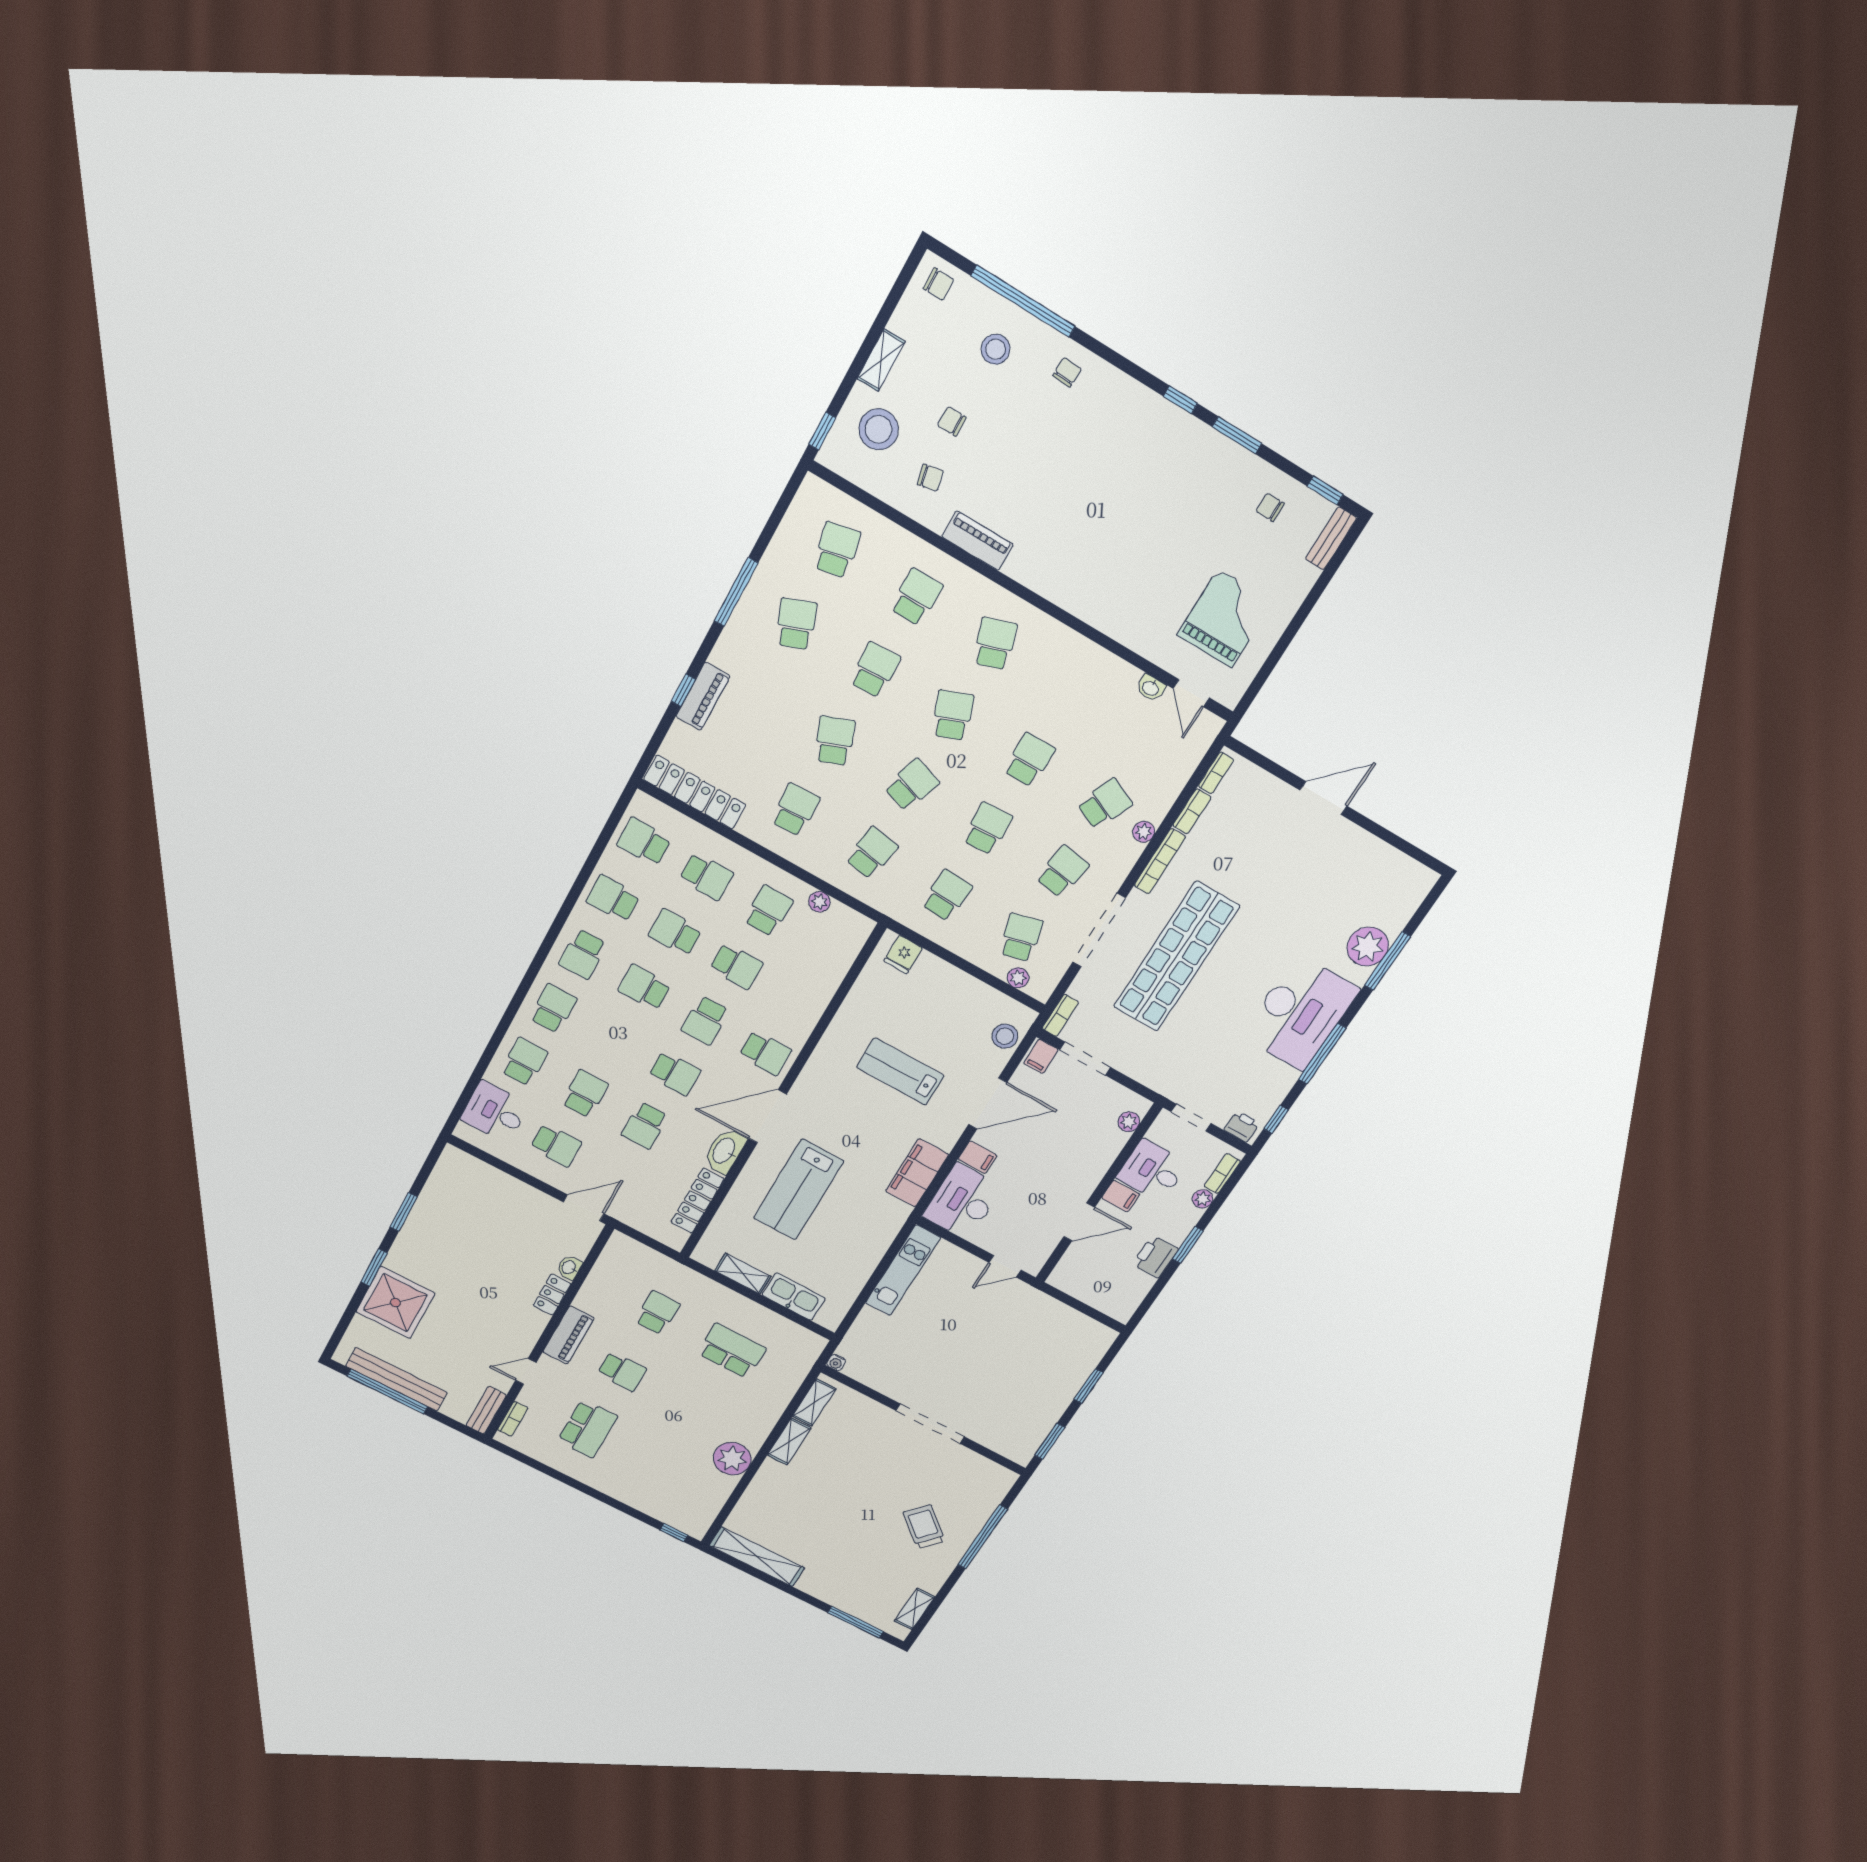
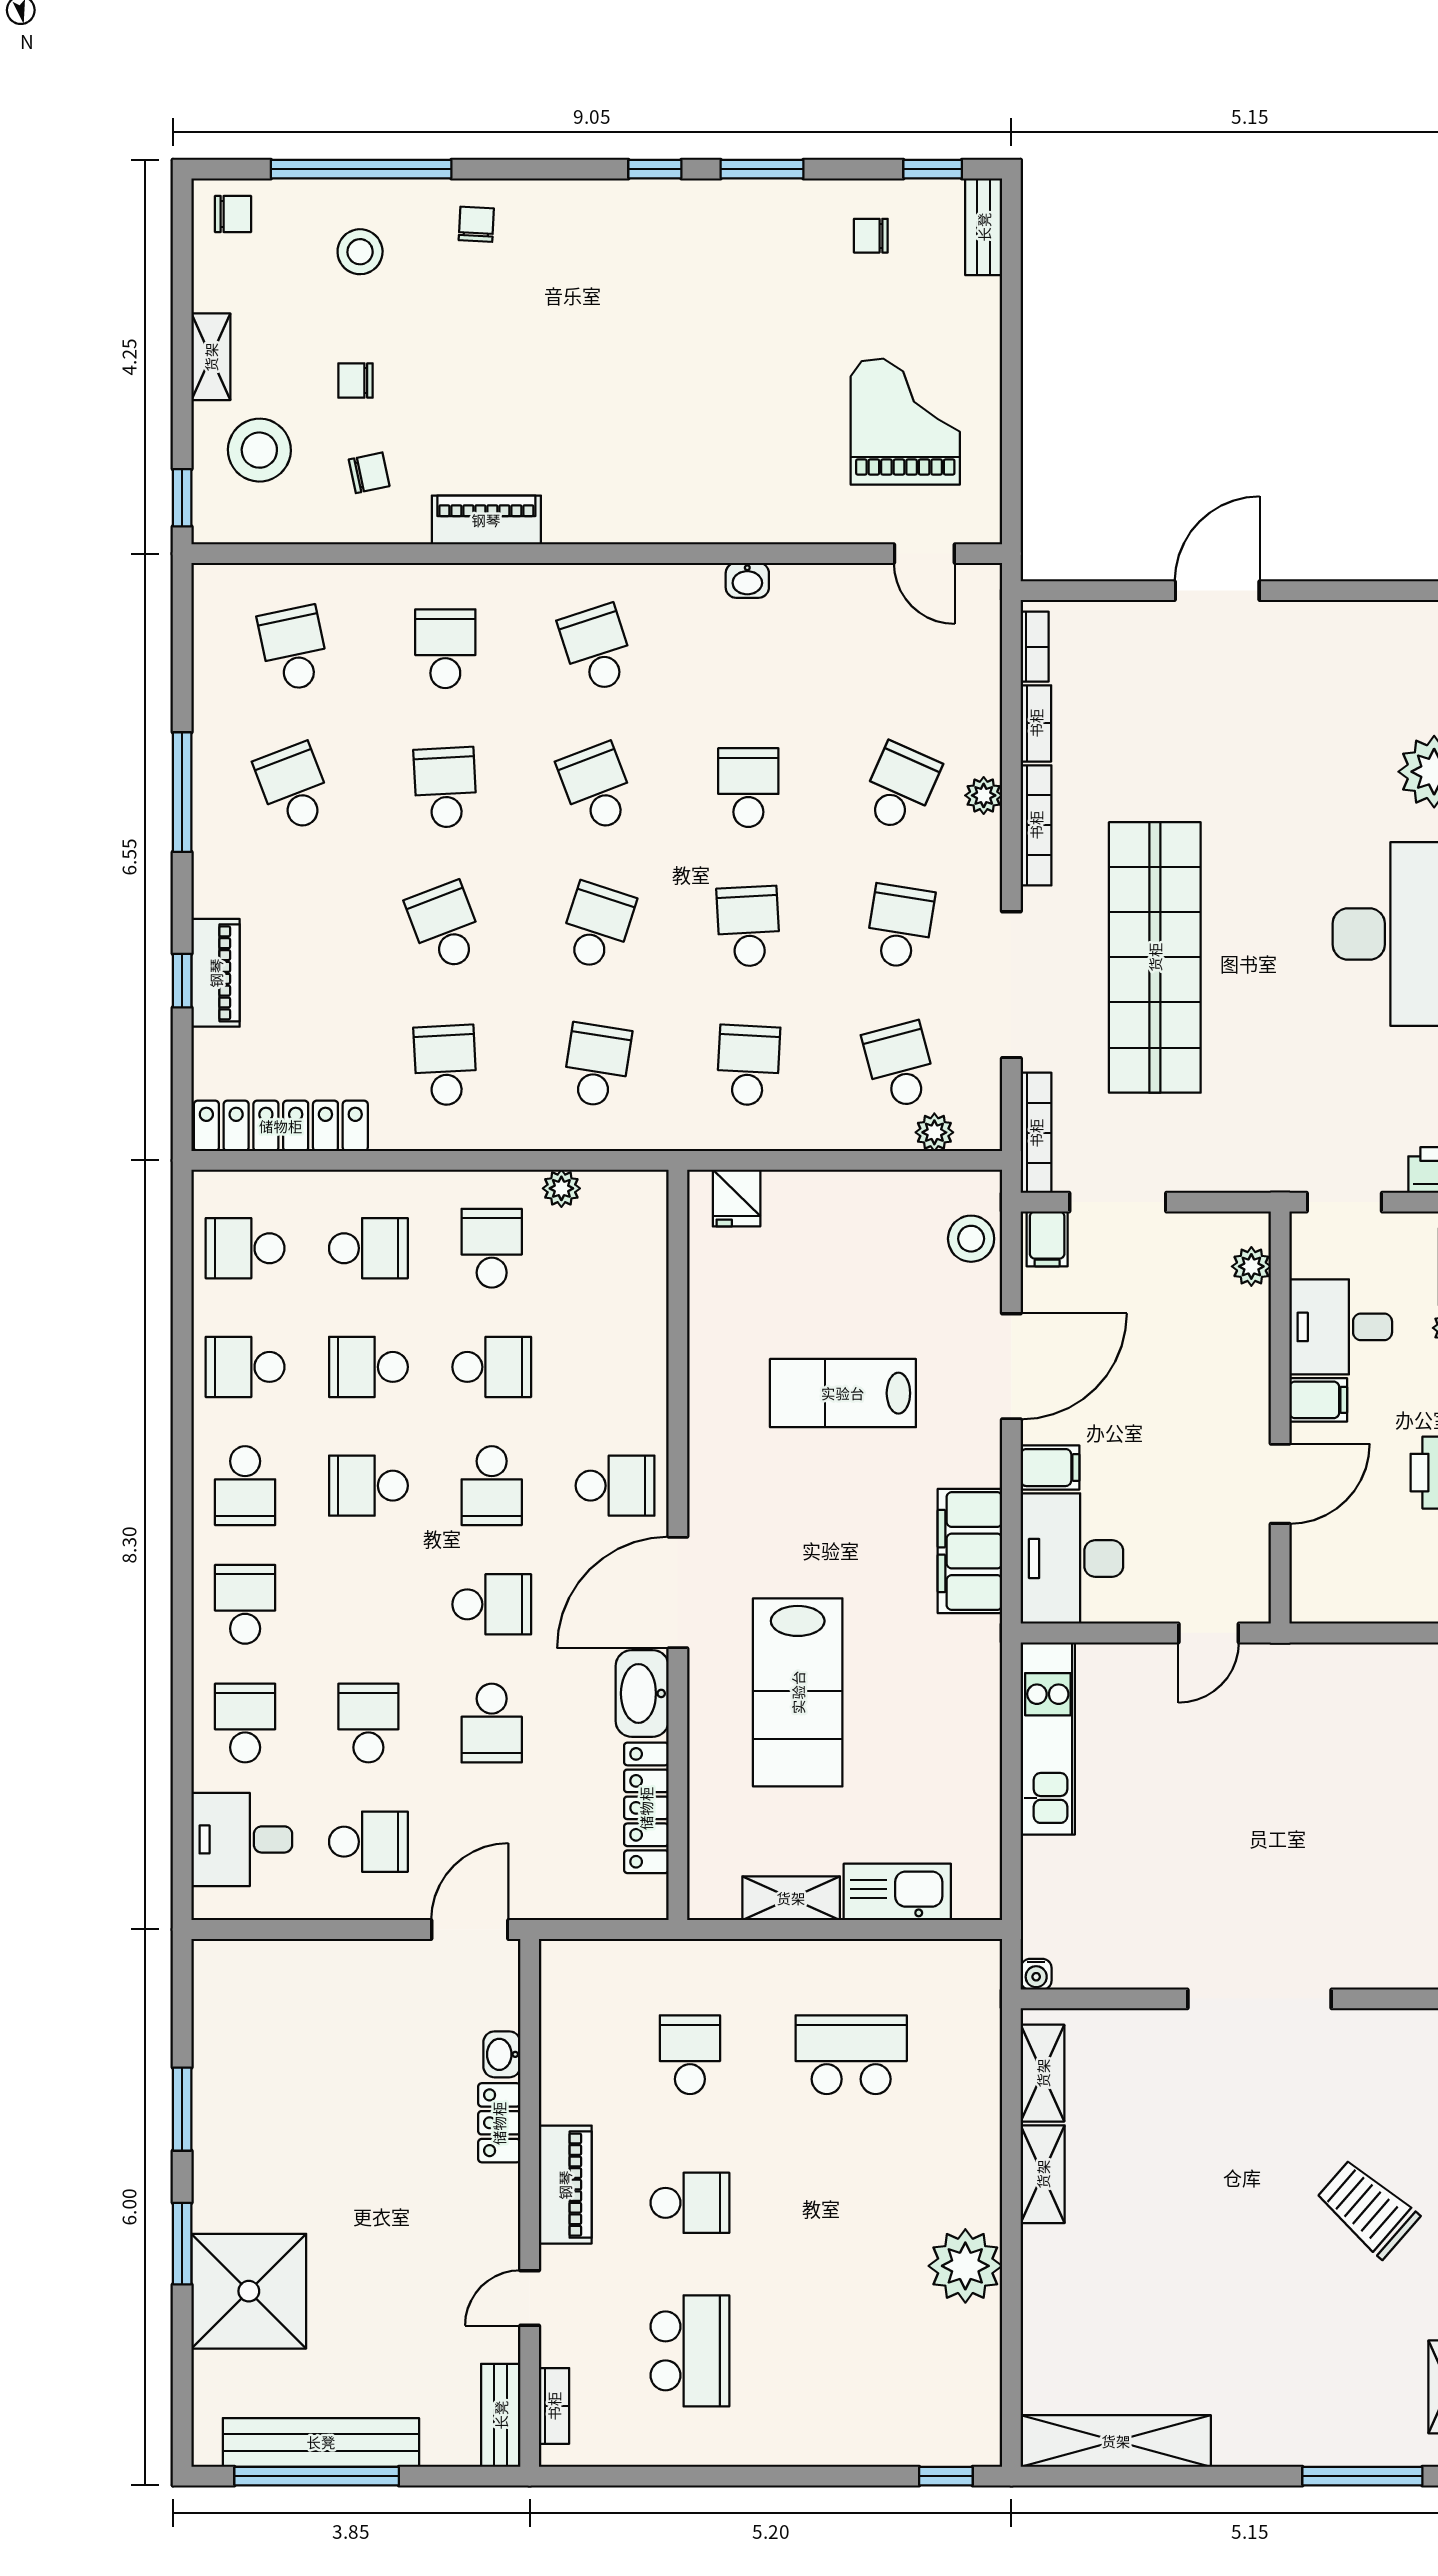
washbasin: (1151, 688) -> (747, 580), moved
bookcase: (1060, 1015) -> (1036, 1133), width x1.56

